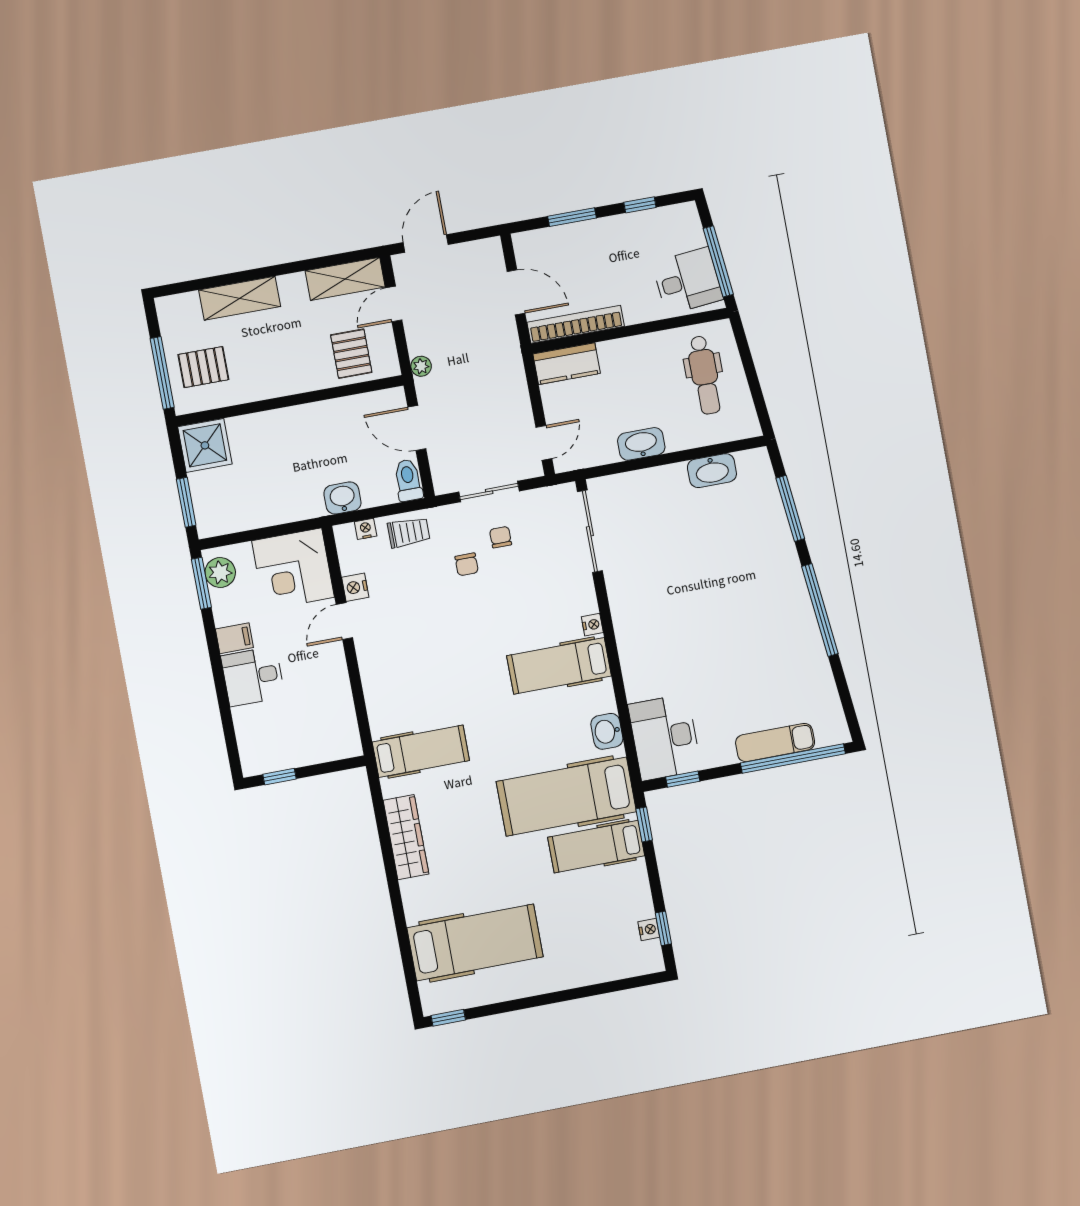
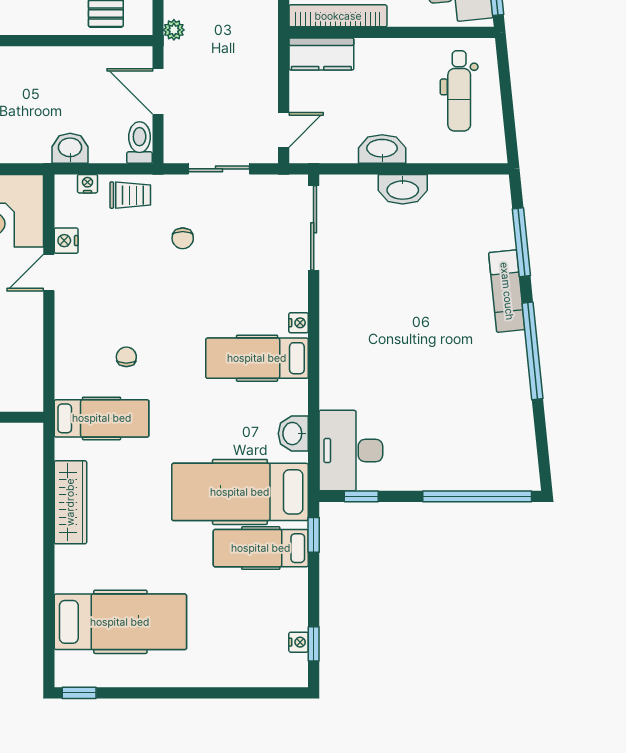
washbasin: (712, 471) -> (403, 189), moved
chair: (501, 537) -> (126, 357), moved
exam couch: (775, 742) -> (507, 291), moved, turned -96

